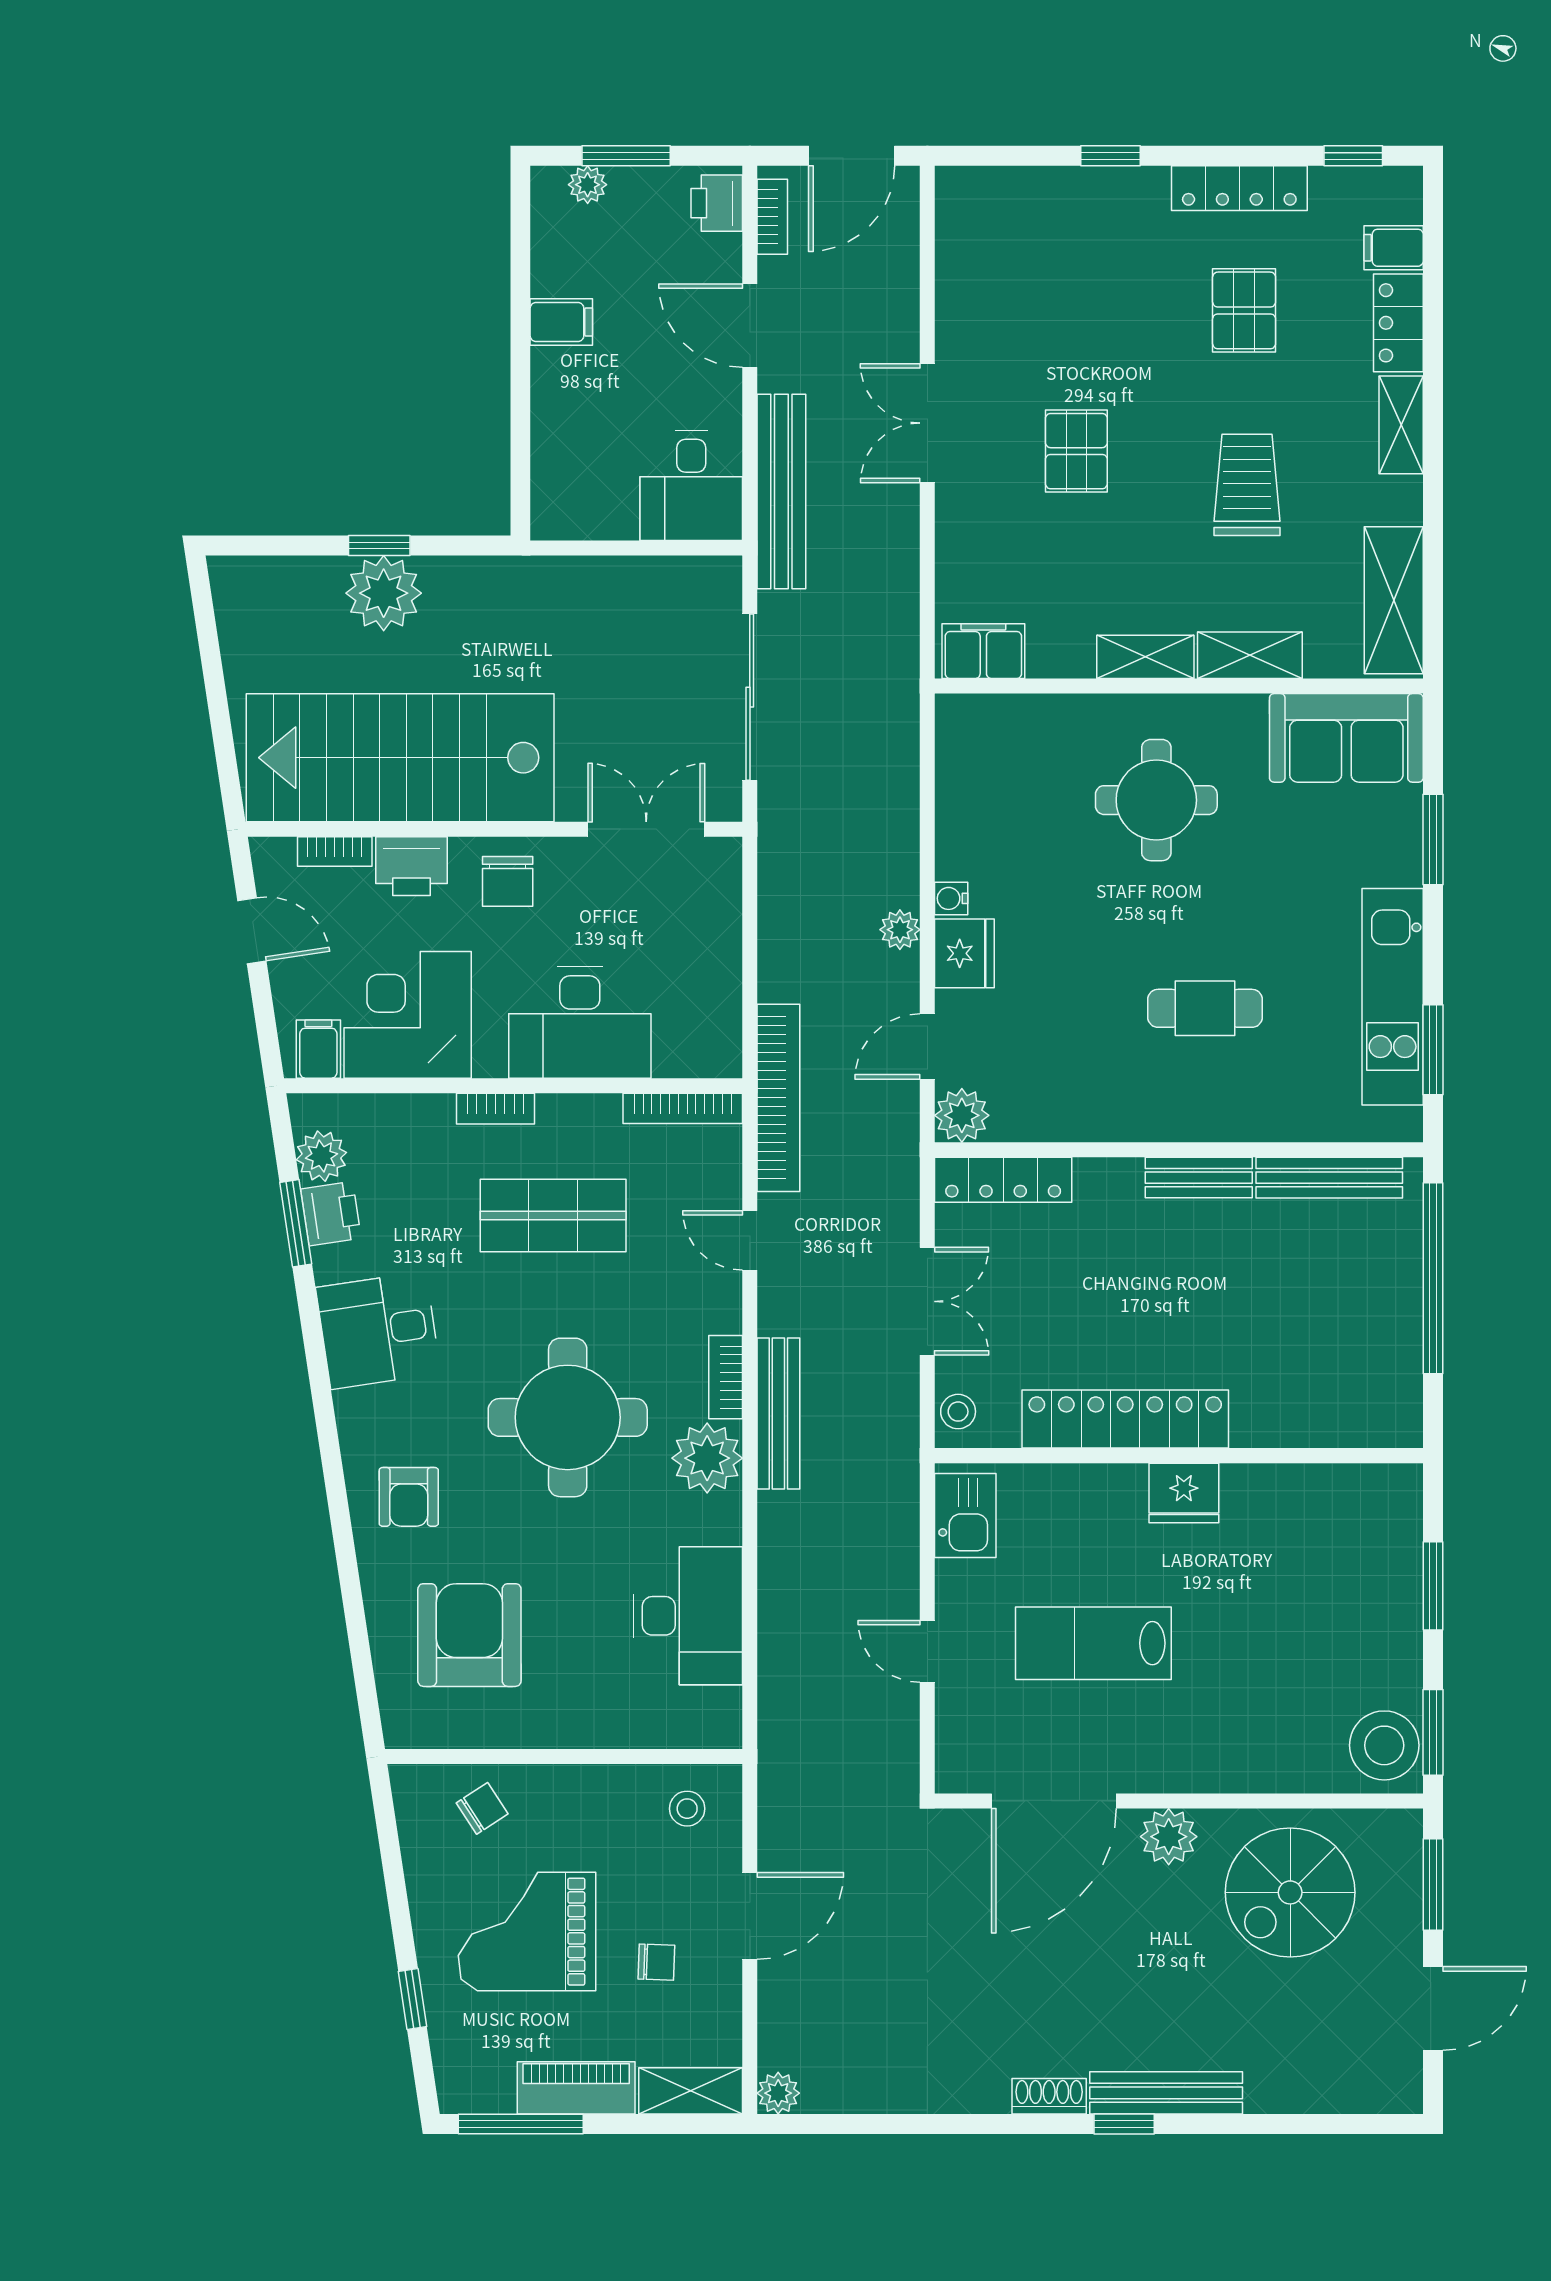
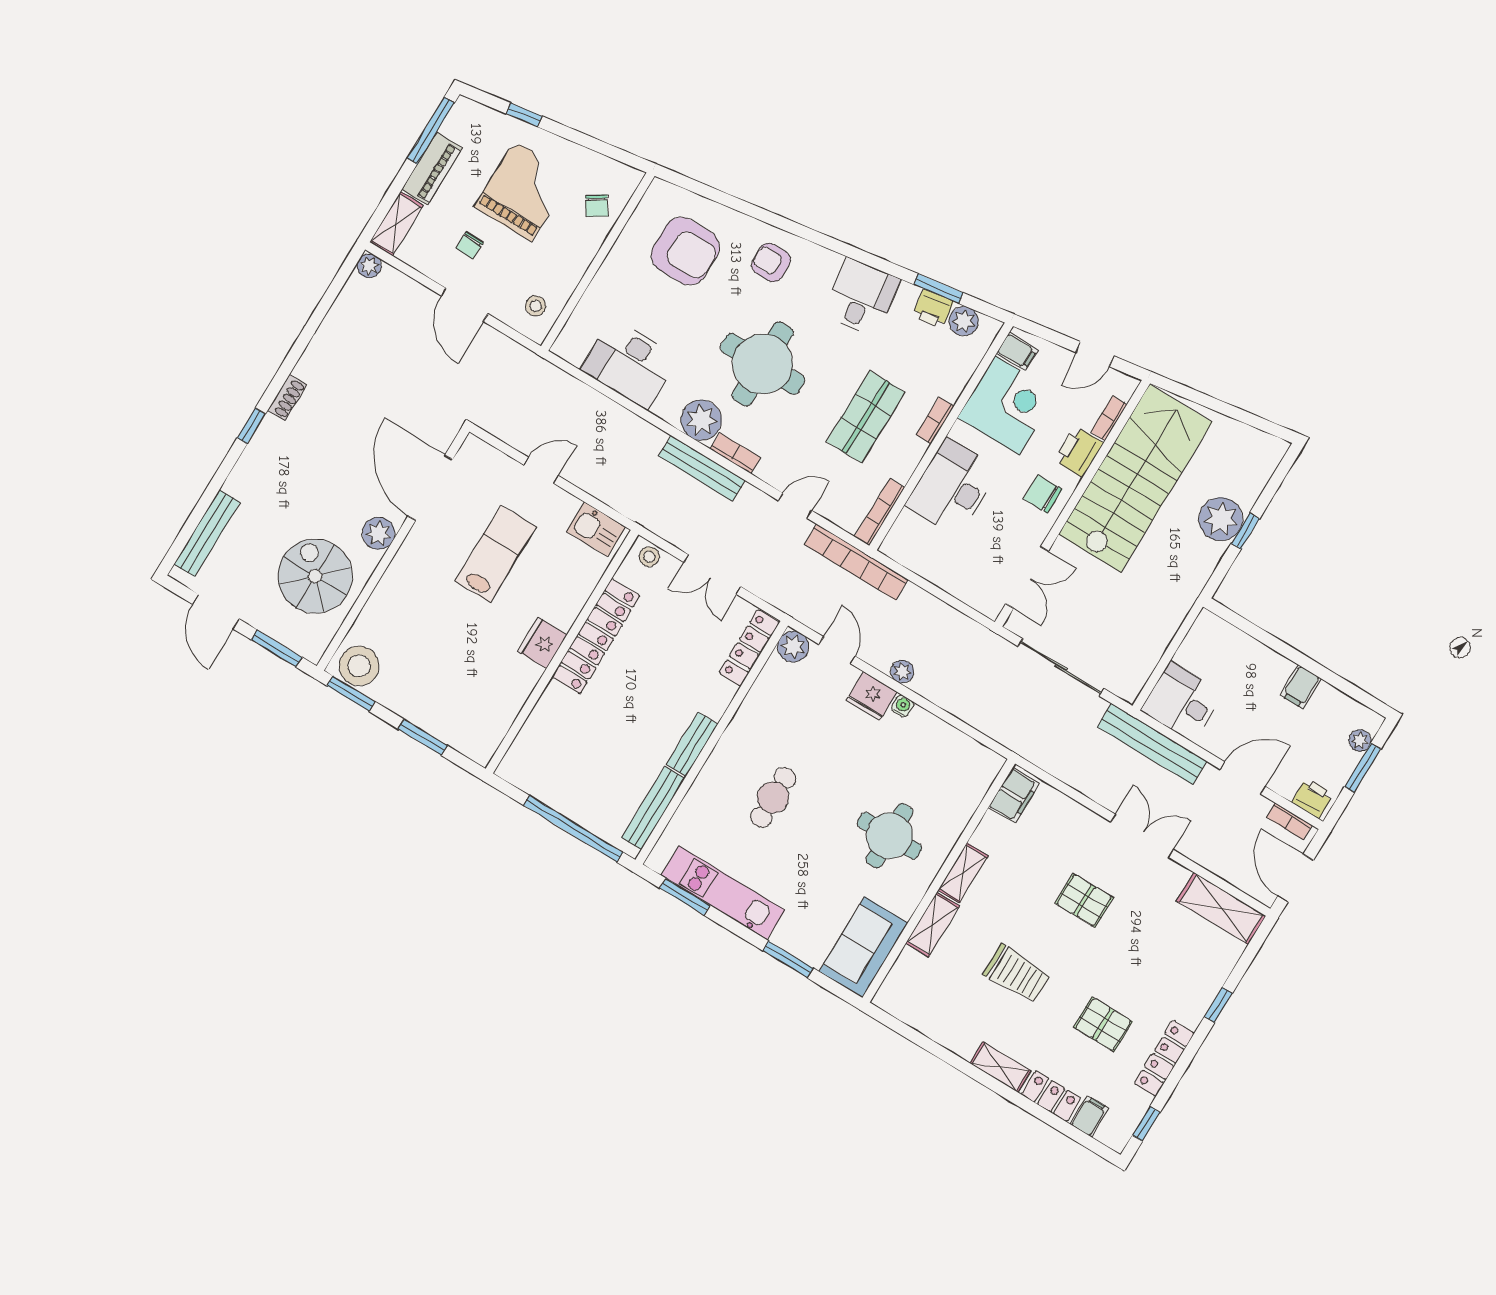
shelving: (1394, 600) -> (1221, 909), moved
bench: (1166, 2093) -> (207, 533), moved

